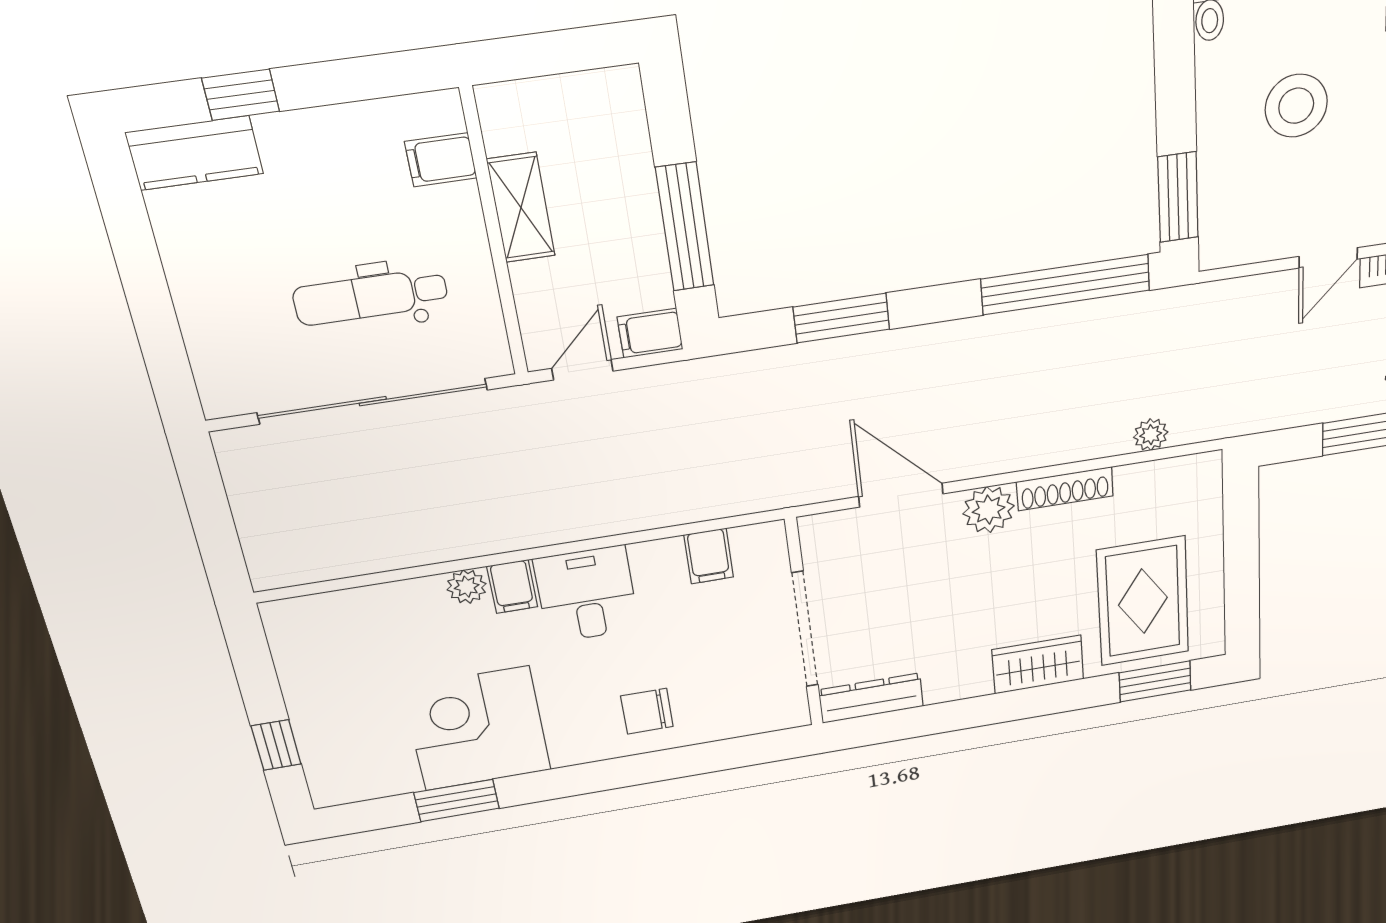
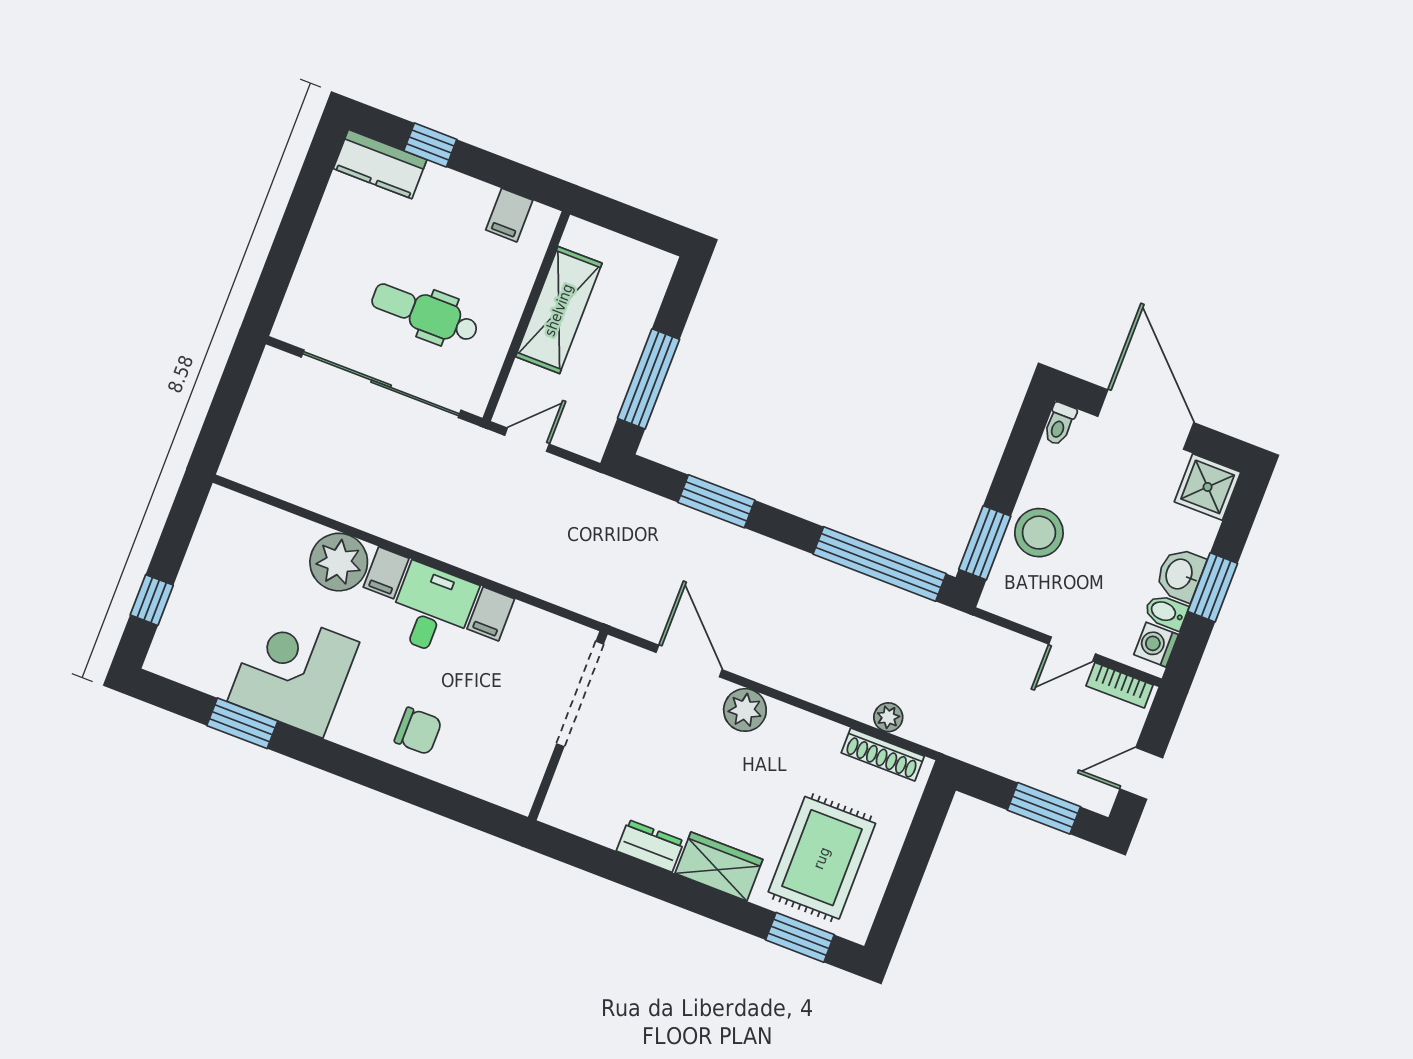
stool: (1296, 106) -> (1039, 533), moved
filing cabinet: (441, 160) -> (509, 215), moved, turned -90
shelving: (521, 208) -> (559, 310), width x1.50, depth x1.33
filing cabinet: (650, 333) -> (585, 439), removed
shoe rack: (1065, 489) -> (883, 754), moved
filing cabinet: (709, 556) -> (491, 614), moved
plant: (467, 587) -> (339, 562), width x1.88, depth x1.88
doorway: (805, 629) -> (580, 694), moved
dresser: (871, 698) -> (650, 846), moved, width x0.70
chair: (647, 711) -> (418, 731), turned 180

